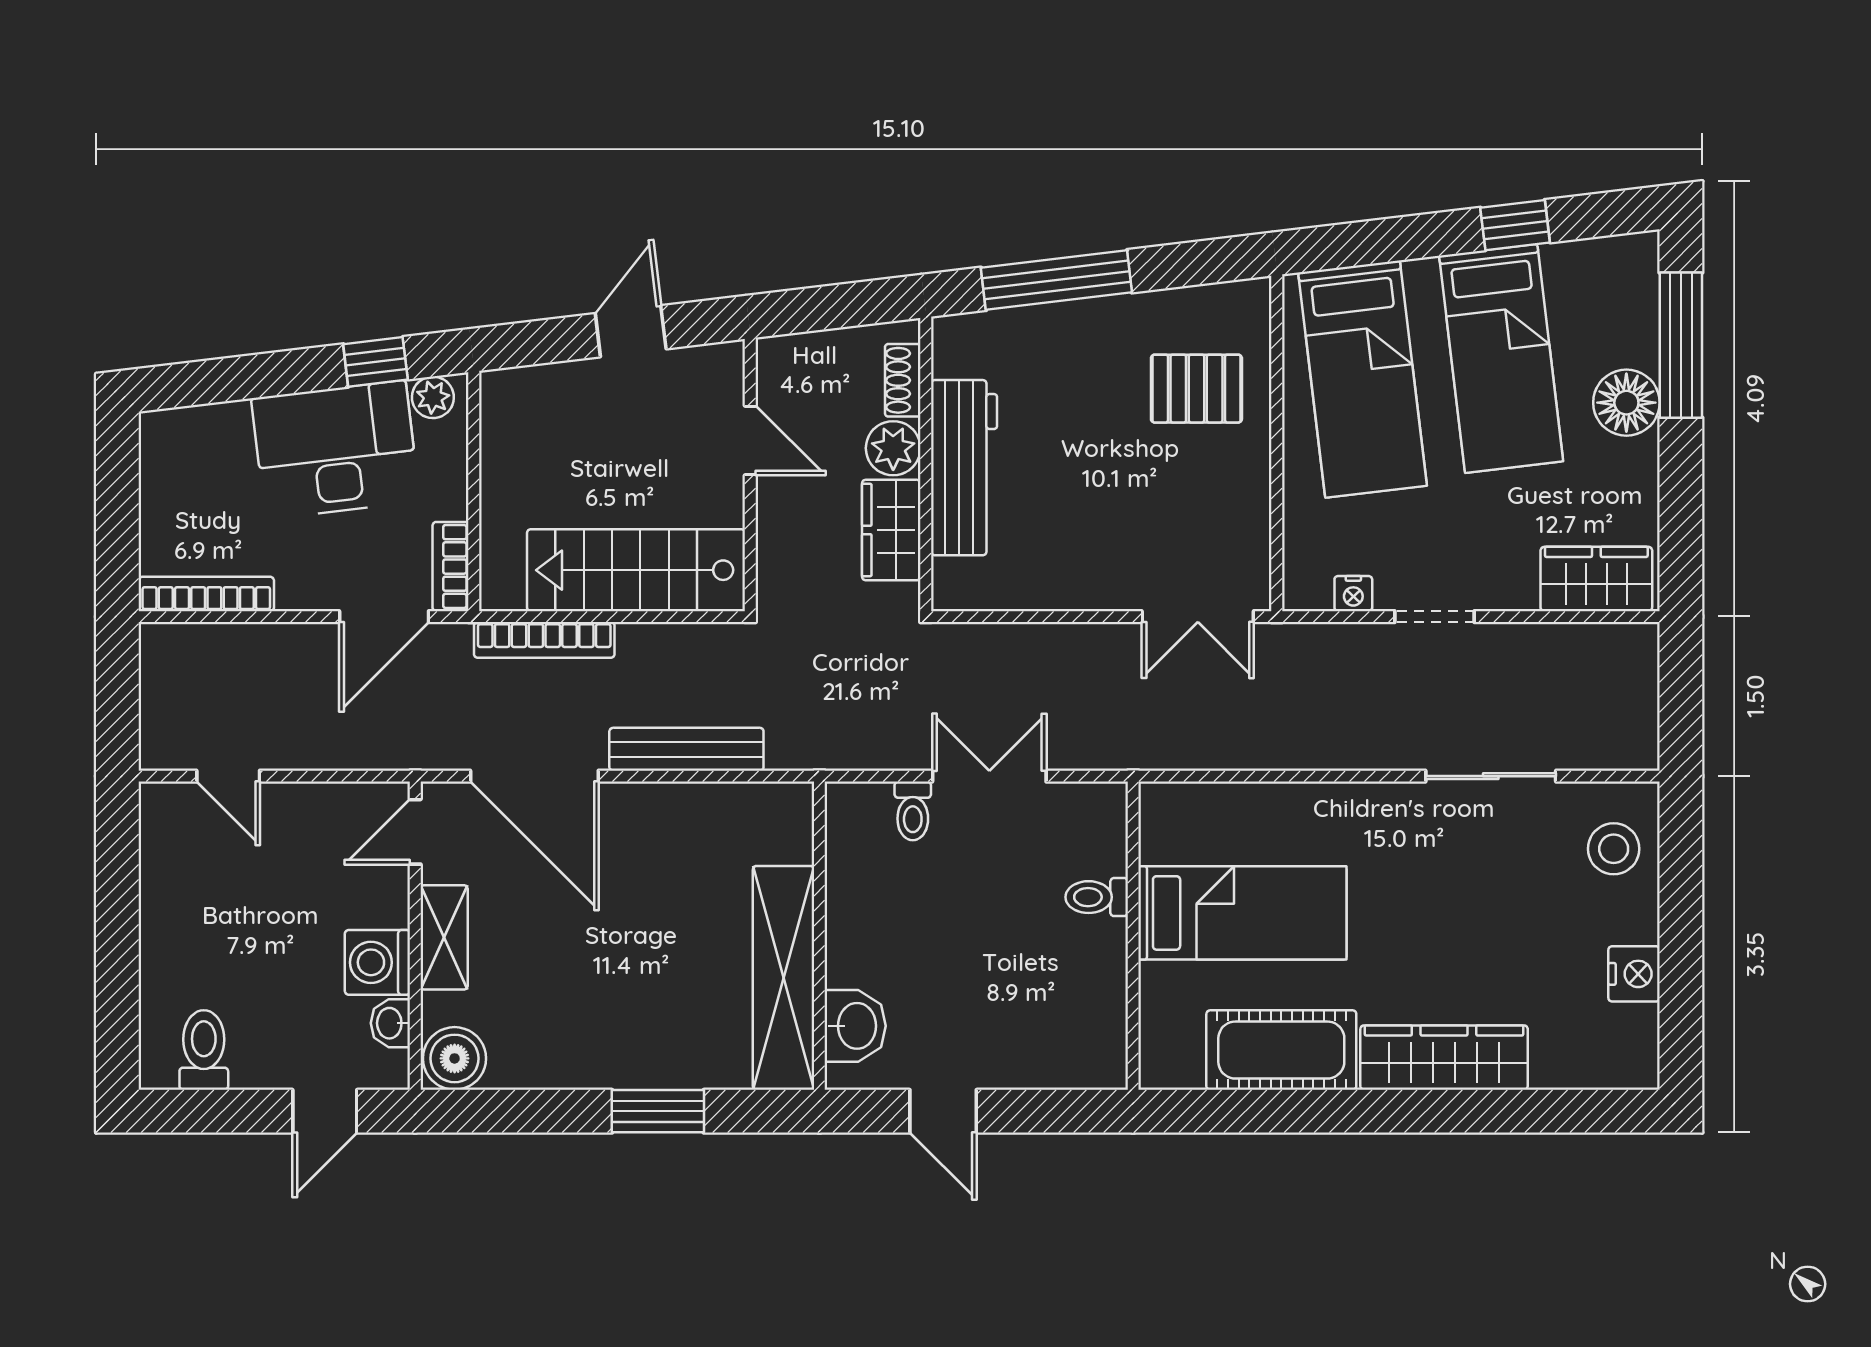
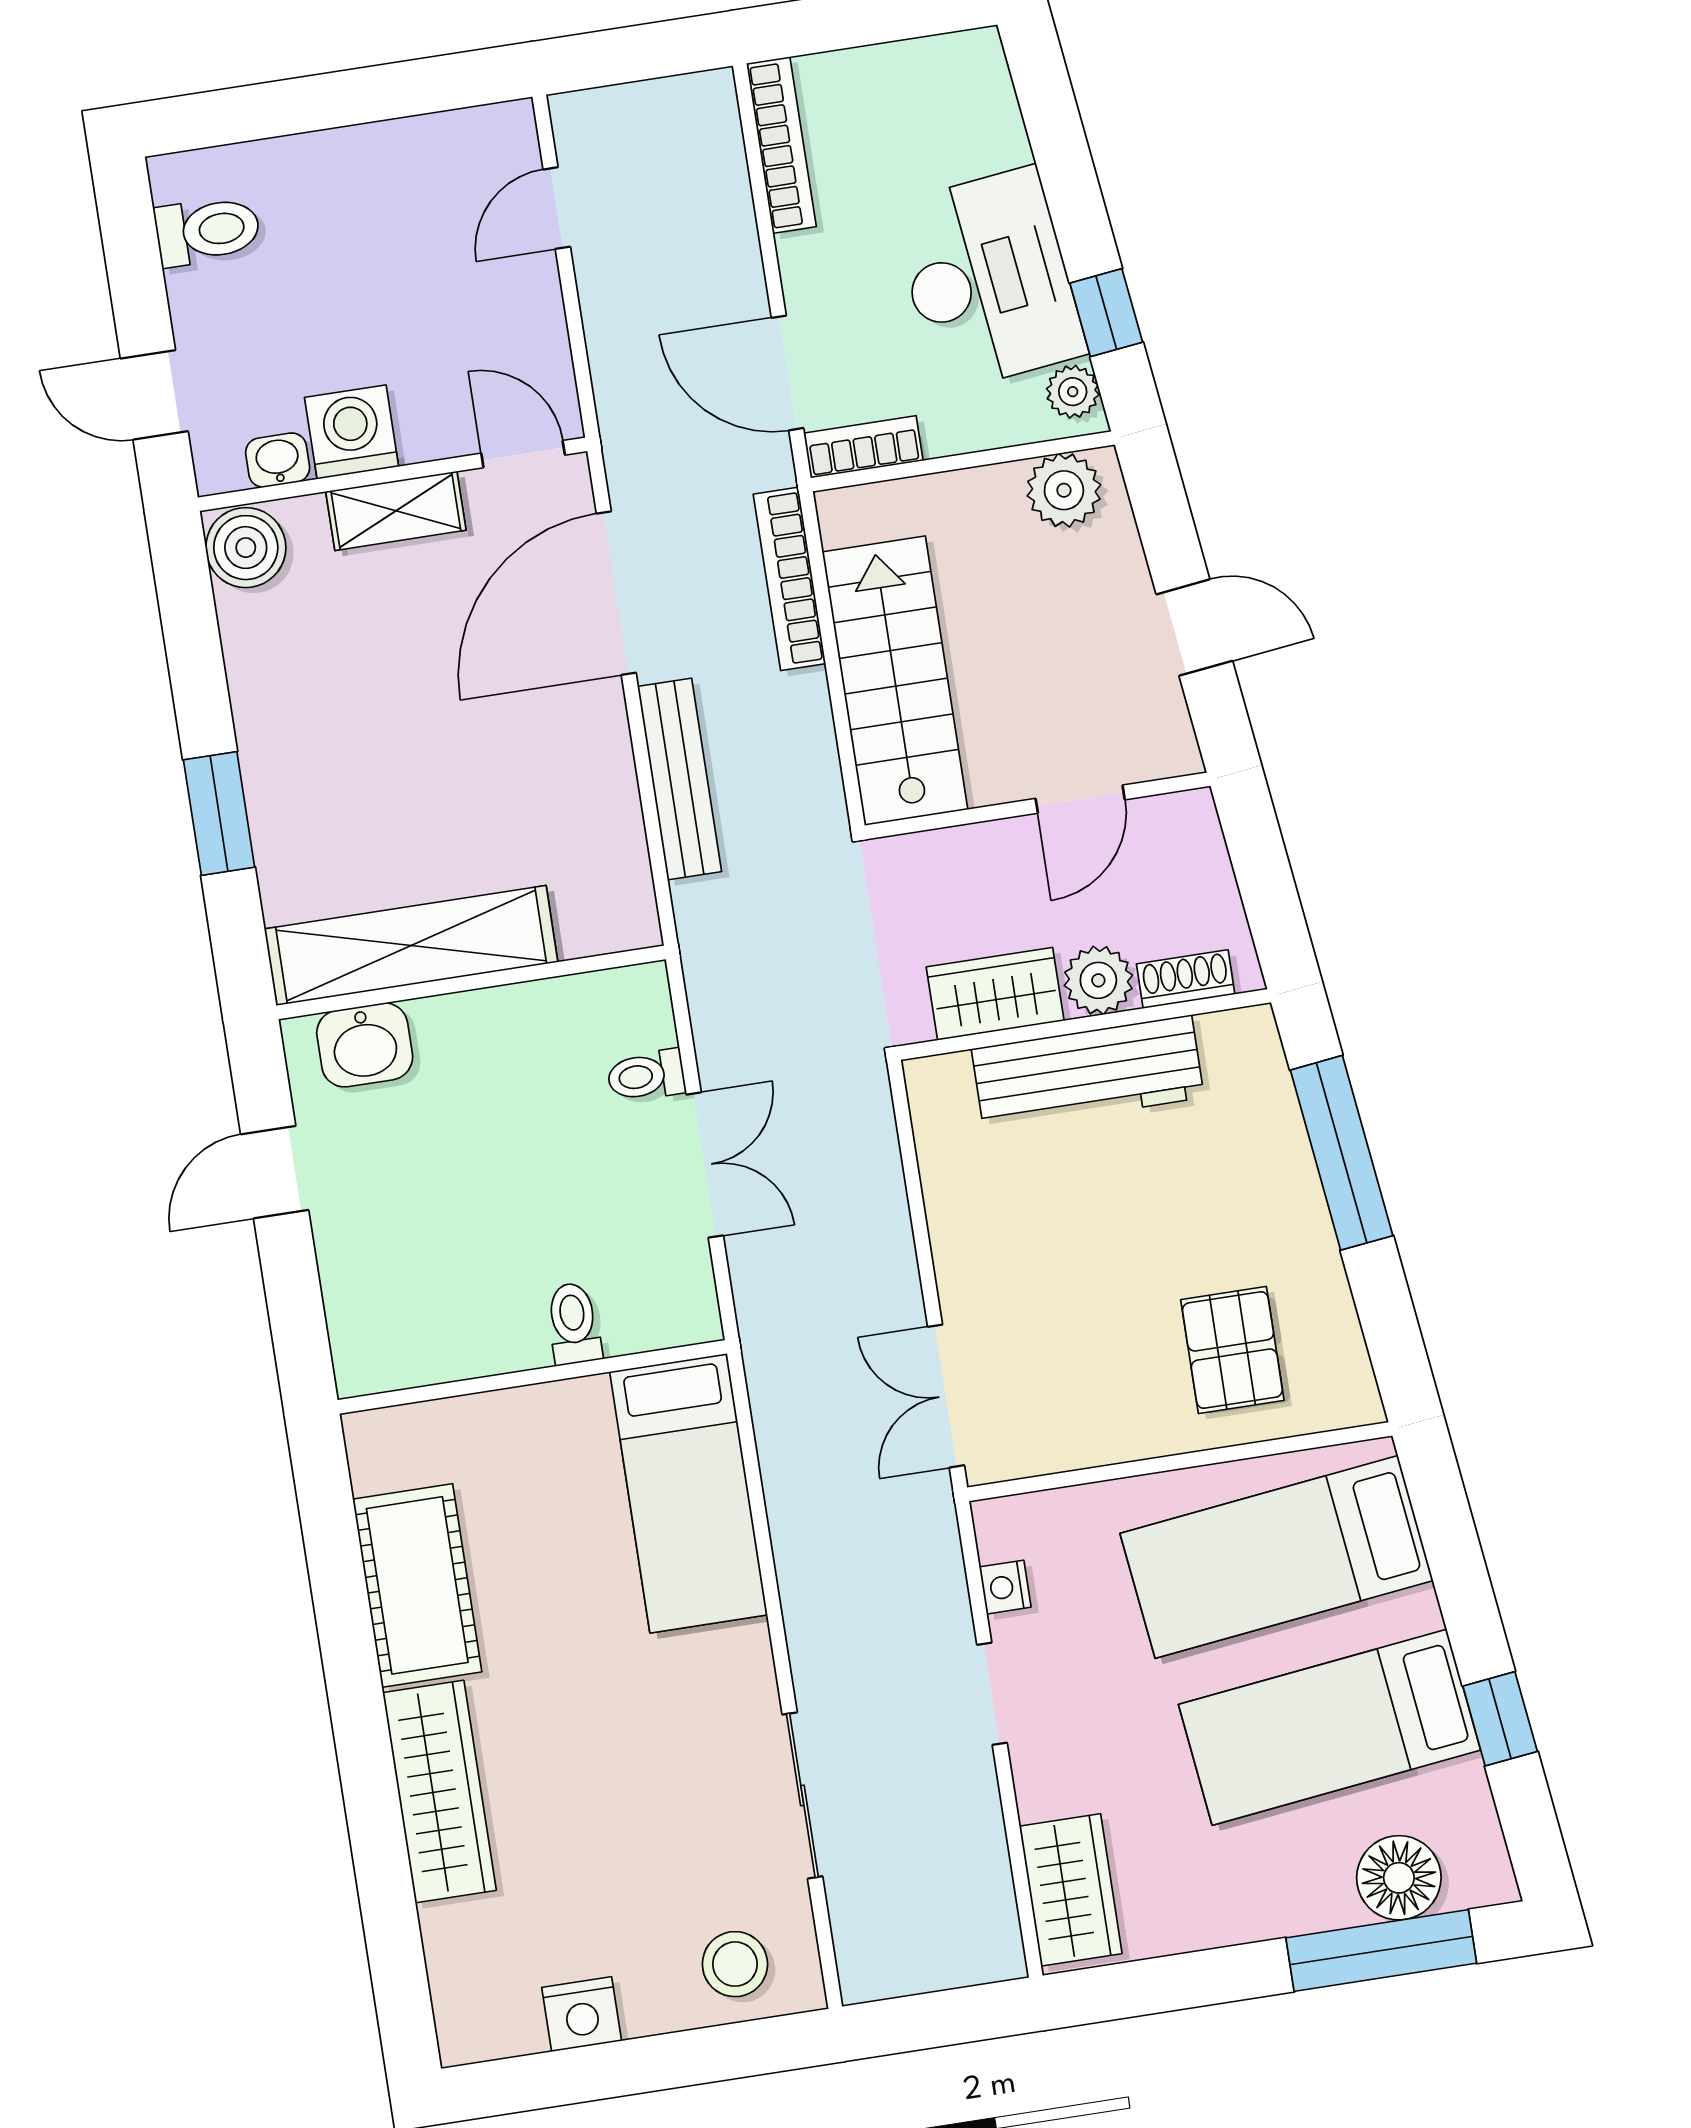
floor lamp: (1626, 403) -> (1399, 1878), moved
plant: (508, 416) -> (1064, 490), added
bed: (1242, 913) -> (689, 1493), moved

